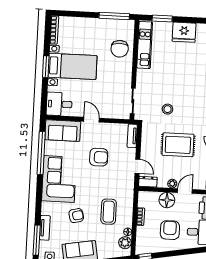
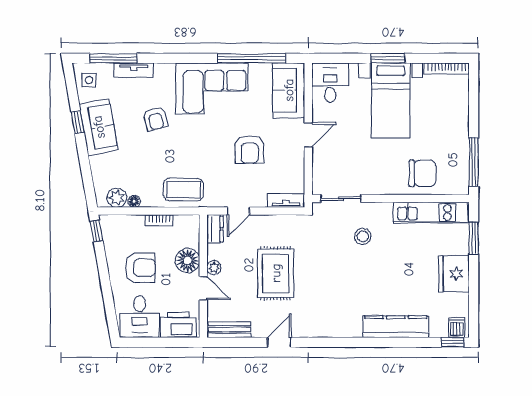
chair: (120, 49) -> (422, 173), turned 180
stool: (168, 109) -> (363, 236), moved
coffee table: (109, 212) -> (183, 190), moved

